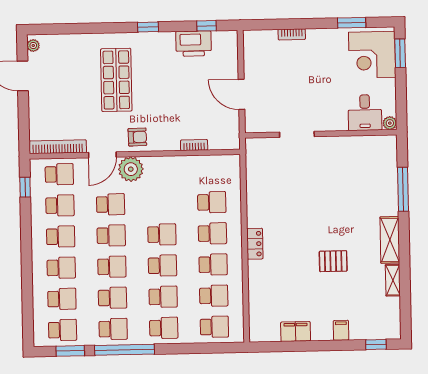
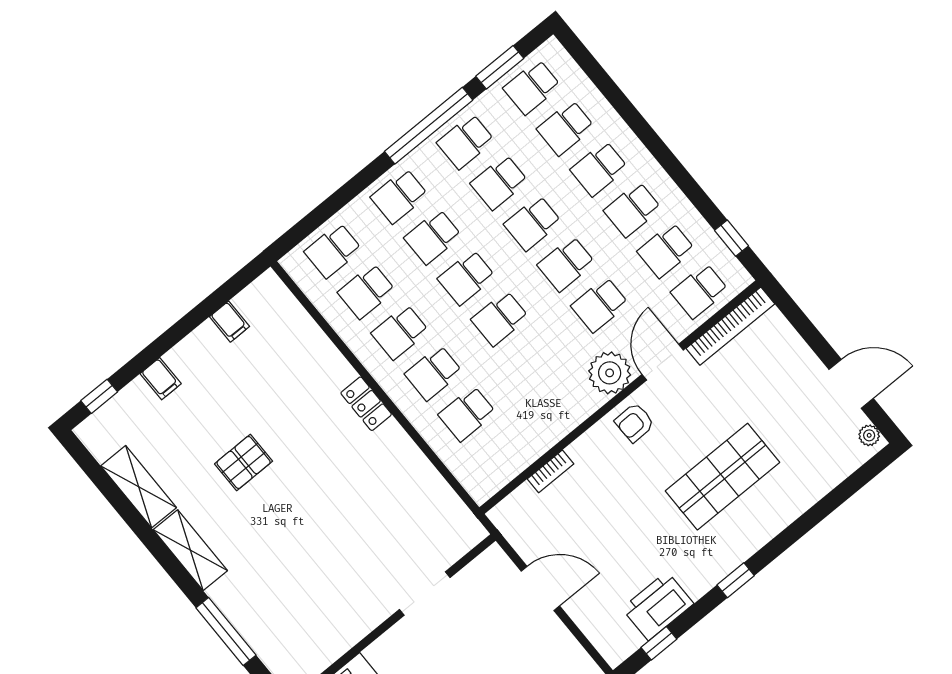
shop shelf: (116, 80) -> (722, 477), turned 90
shelving: (393, 280) -> (139, 487), width x1.50, depth x1.33
filing cabinet: (296, 331) -> (230, 322), width x0.50

